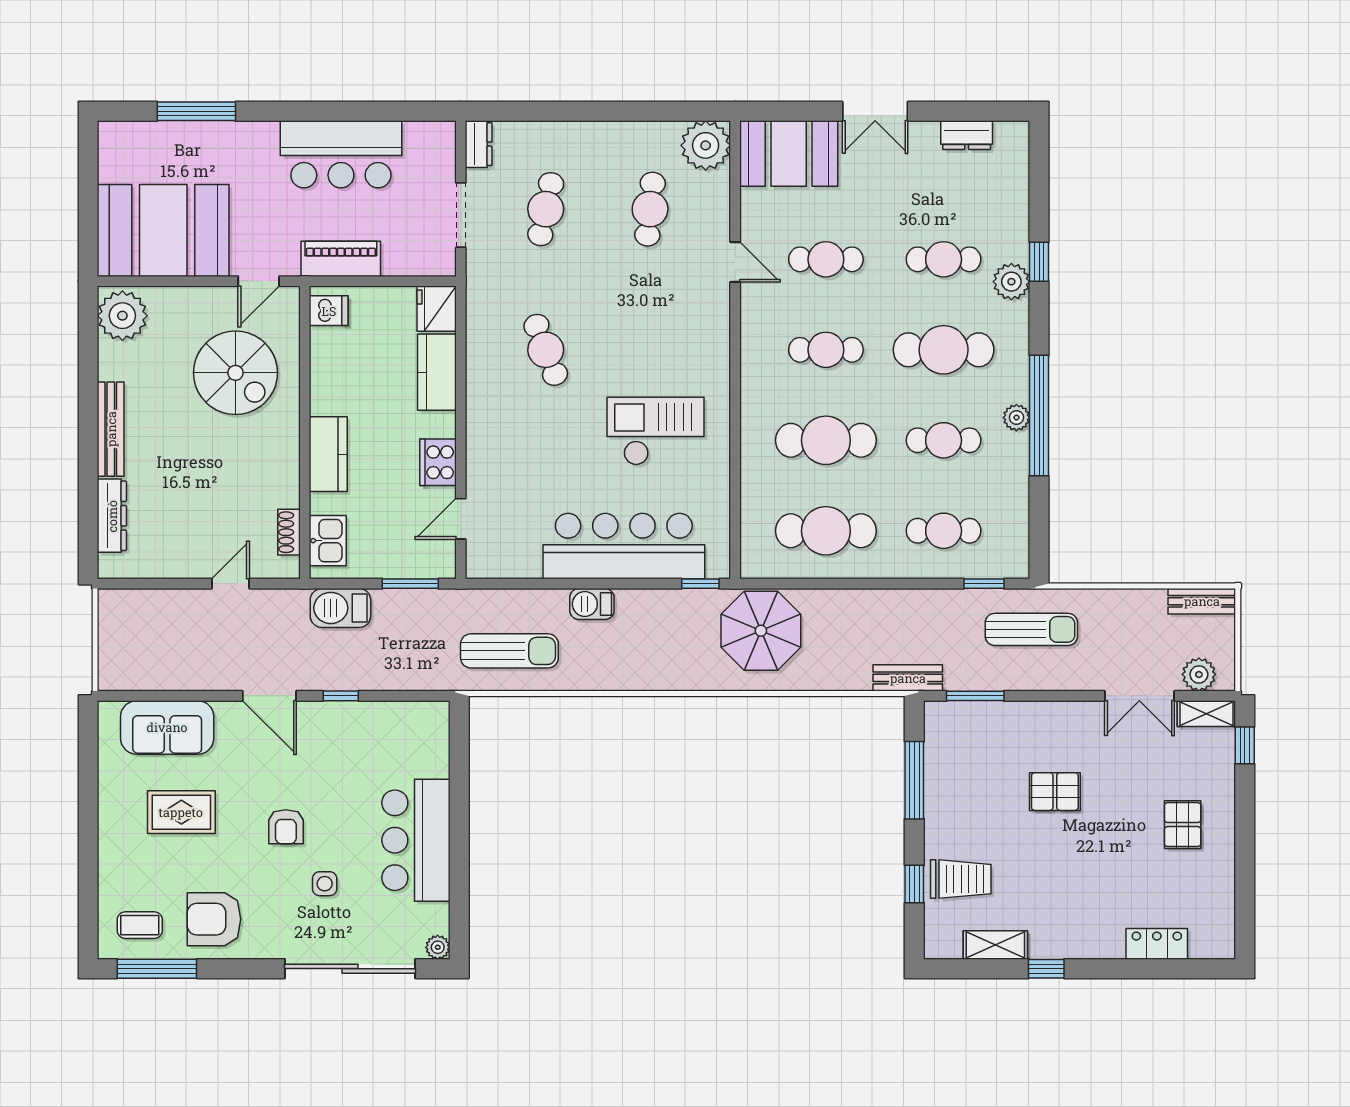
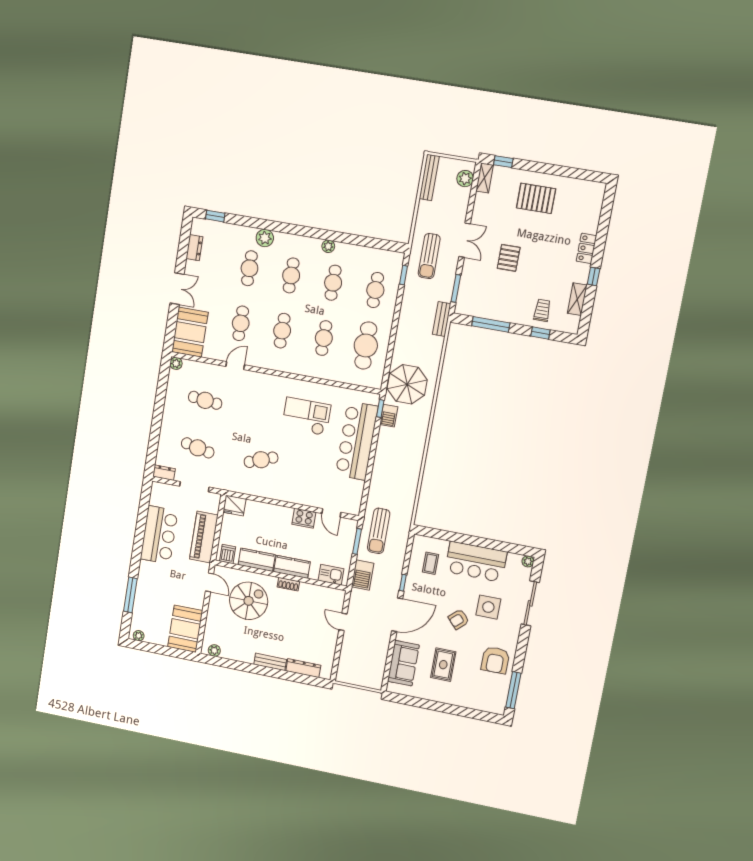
plant: (109, 143) -> (139, 636), added
plant: (706, 145) -> (176, 363), width x0.53, depth x0.53
booth: (163, 230) -> (185, 629), width x0.73, depth x0.70
piano: (341, 259) -> (204, 537), width x1.37, depth x1.33
window: (1039, 262) -> (215, 216), moved
plant: (122, 316) -> (214, 650), width x0.53, depth x0.53
cafe table: (944, 350) -> (291, 275), width x0.73, depth x0.74
kitchen counter: (437, 372) -> (257, 560), moved, turned 180
window: (1039, 416) -> (329, 235), removed
bench: (111, 429) -> (270, 662), width x0.73
checkout: (656, 431) -> (306, 416), turned 90
cafe table: (826, 440) -> (324, 338), width x0.73, depth x0.74
shoe rack: (289, 532) -> (288, 584), moved
bench: (1202, 601) -> (429, 177), width x1.36
barbecue: (592, 604) -> (389, 416), moved
sun lounger: (1031, 629) -> (429, 256), turned 180
sun lounger: (509, 651) -> (379, 531), moved, turned 180
door: (269, 696) -> (397, 615), width x1.36
double door: (1139, 696) -> (465, 240), moved
pallet: (1183, 825) -> (536, 198), width x1.50, depth x1.42
armchair: (286, 827) -> (459, 619), turned 137
trolley: (961, 879) -> (542, 310), width x0.73, depth x0.72
side table: (325, 884) -> (488, 607), width x1.87, depth x1.87
coffee table: (140, 925) -> (431, 563), moved
locker: (1157, 944) -> (586, 248), moved
sliding door: (350, 969) -> (530, 603), width x0.73

